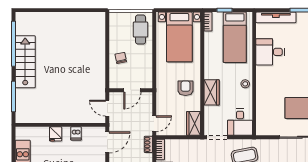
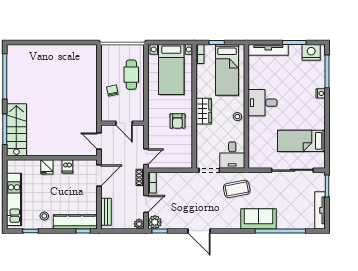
cafe table: (140, 30) -> (131, 75), moved
desk: (270, 52) -> (263, 103), moved
stairs: (25, 62) -> (16, 130), moved
armchair: (186, 88) -> (177, 121), turned 180
door: (132, 90) -> (124, 123), hinge flipped
wardrobe: (212, 92) -> (204, 111), moved
wardrobe: (194, 123) -> (186, 156), removed

